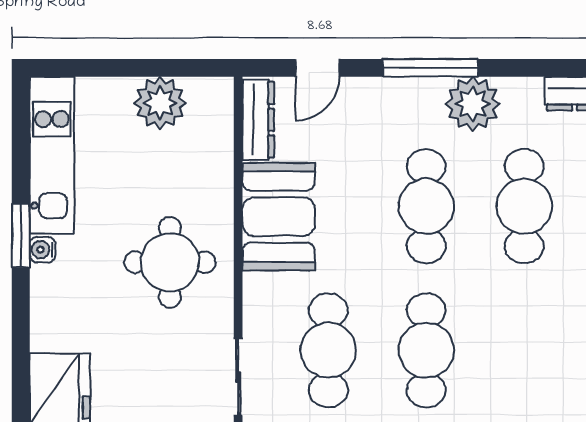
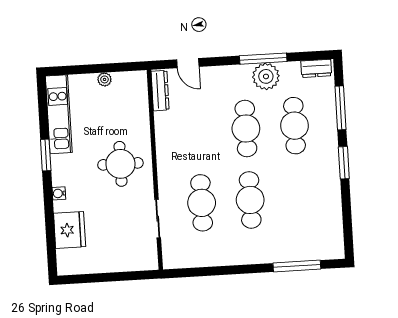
door: (317, 68) -> (188, 63), hinge flipped
window: (430, 68) -> (263, 59), moved
plant: (160, 103) -> (104, 79), width x0.53, depth x0.53
booth: (279, 217) -> (173, 138), removed
water cooler: (43, 250) -> (59, 193), moved

